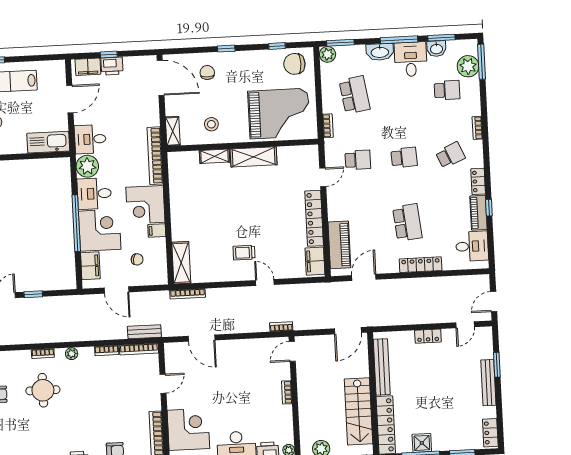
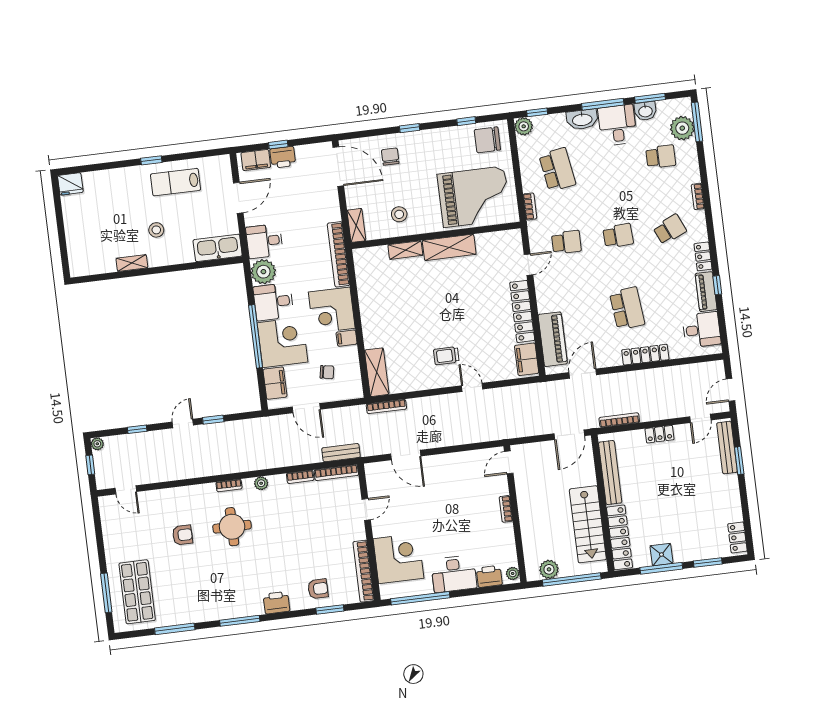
window: (340, 43) -> (537, 112), width x0.67
bookcase: (281, 327) -> (619, 420), moved, width x1.56
bench: (488, 383) -> (727, 448), moved

